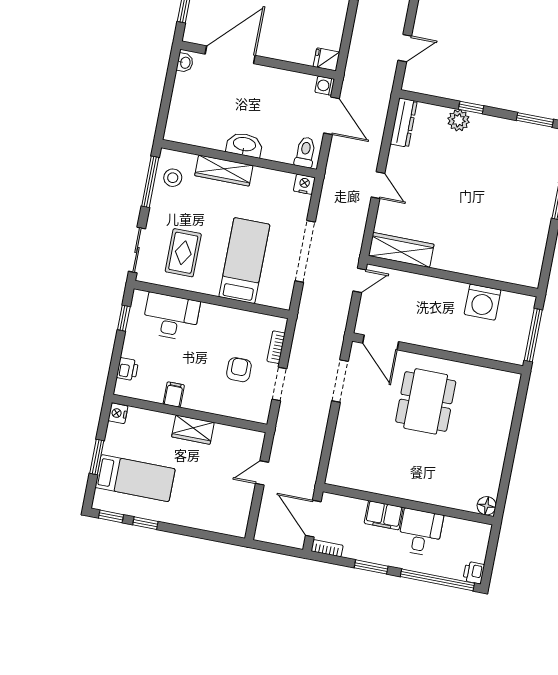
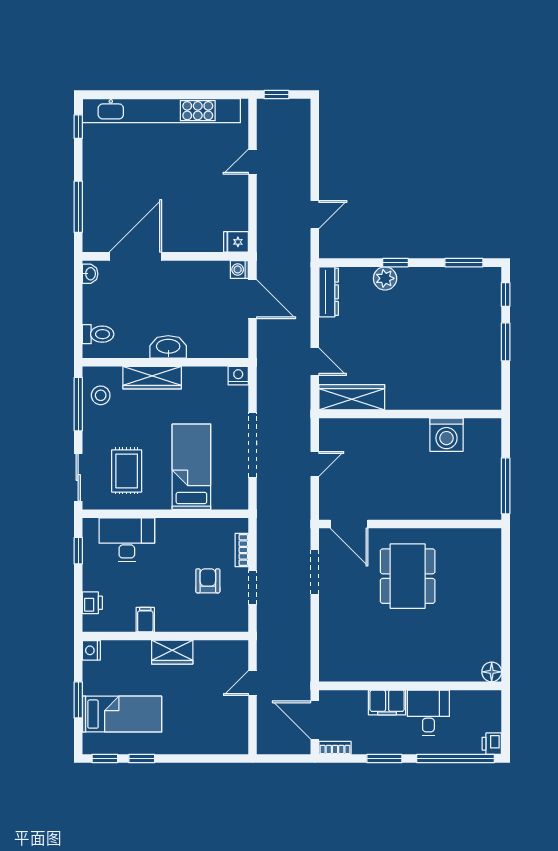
toilet: (305, 152) -> (98, 334), moved, turned 90
wardrobe: (401, 250) -> (352, 397), moved
wall: (453, 276) -> (410, 414), moved
washing machine: (483, 302) -> (446, 435), moved

